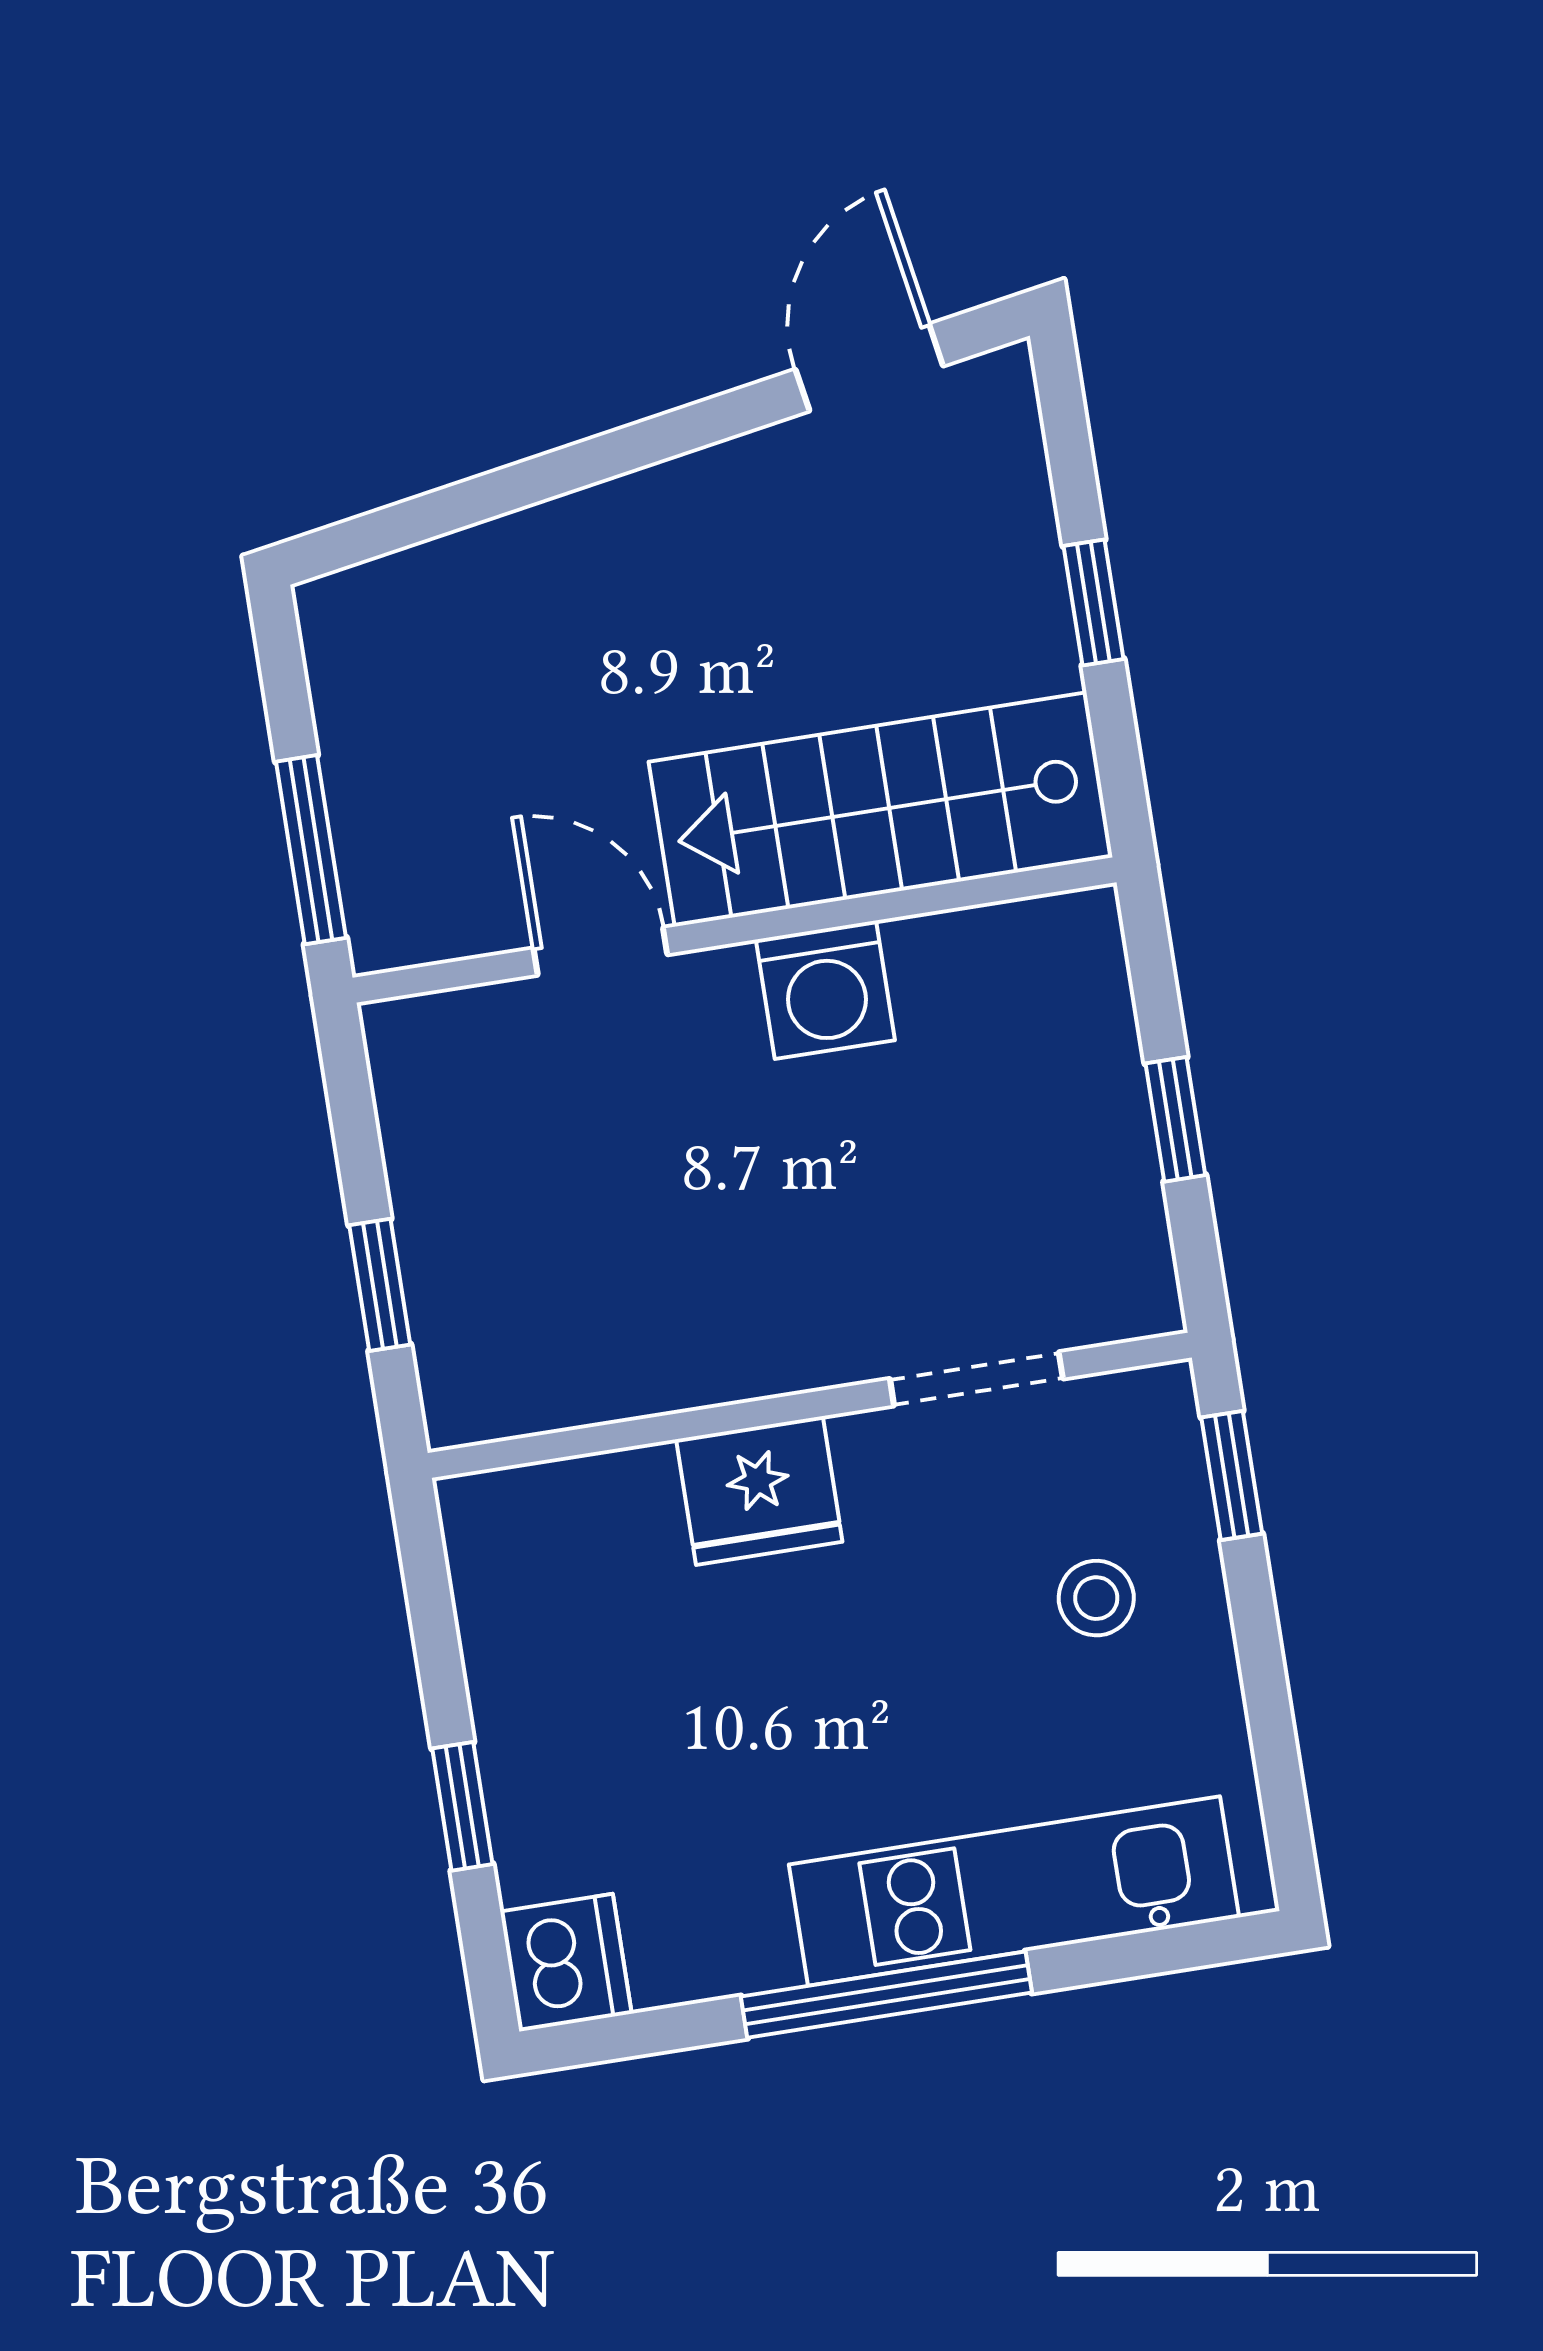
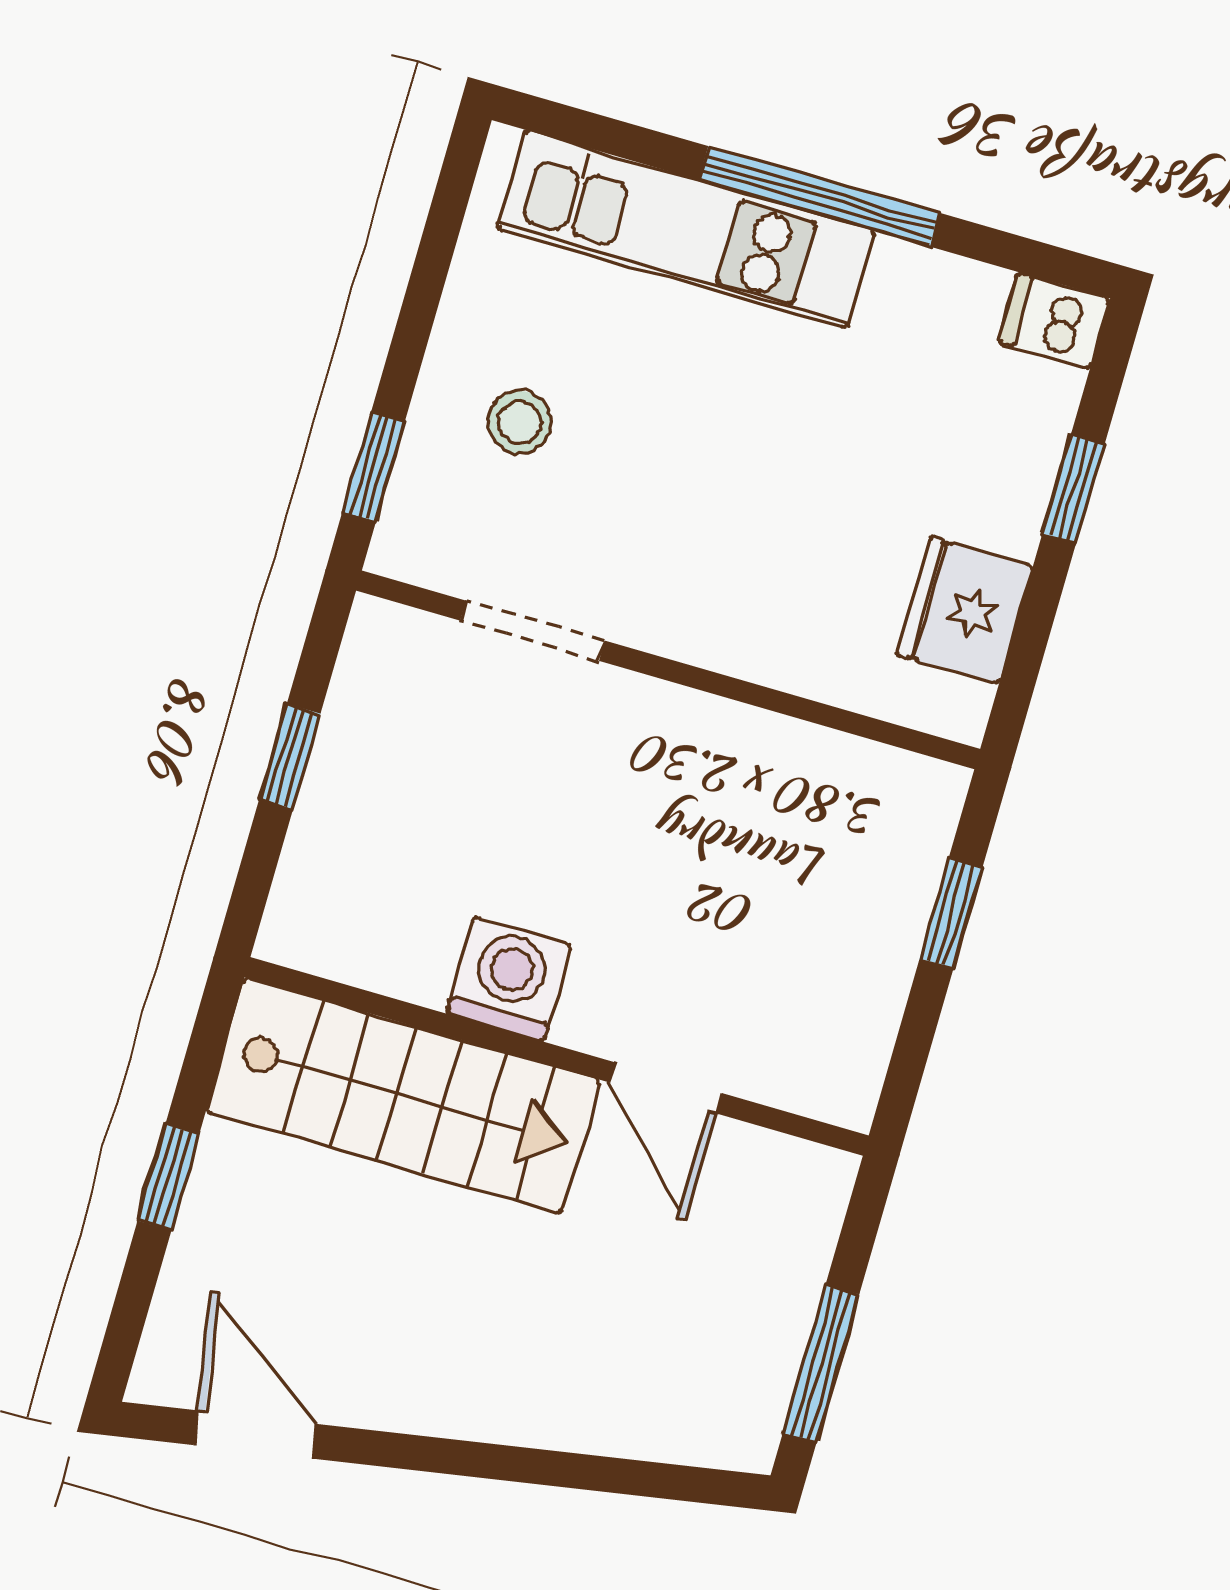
door: (869, 368) -> (255, 1434), swing flipped
window: (311, 850) -> (821, 1364), moved
fridge: (759, 1491) -> (965, 611), moved, turned -90
dishwasher: (566, 1963) -> (1054, 321), width x0.73

